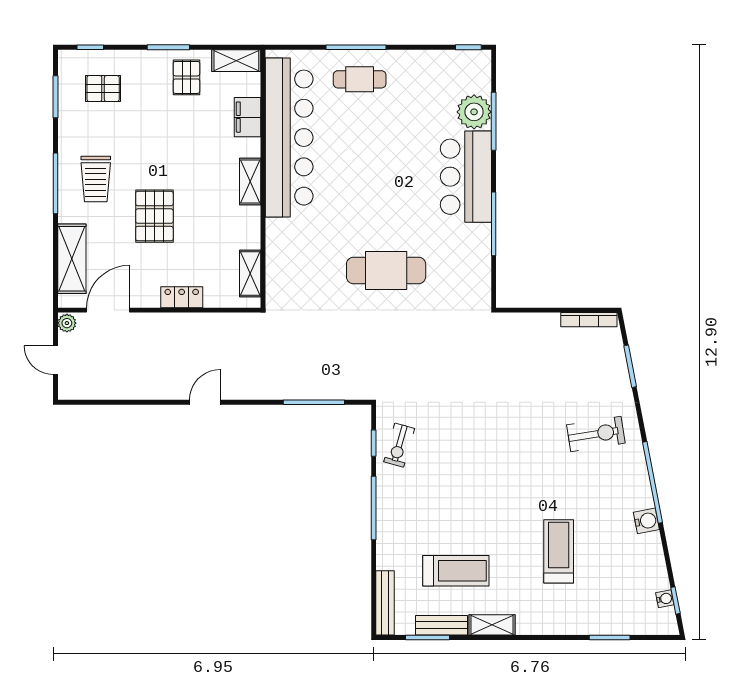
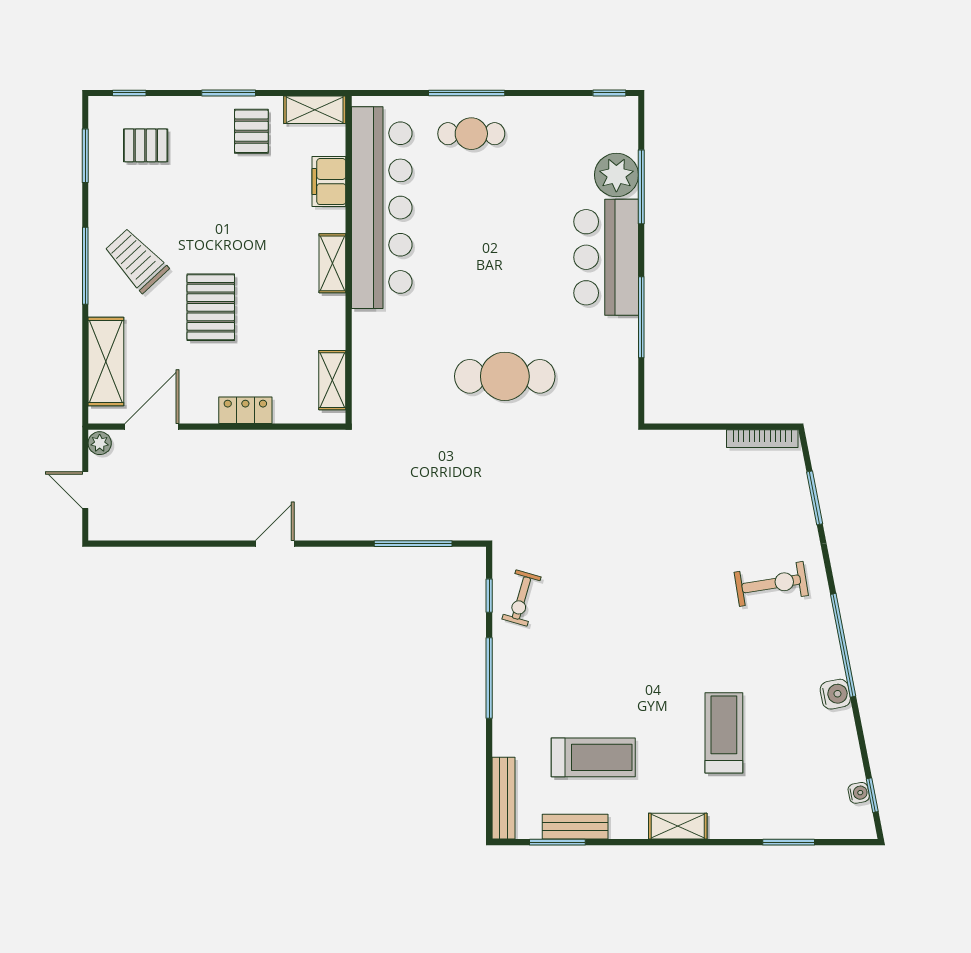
trolley: (96, 179) -> (136, 260), turned 137
shelving: (492, 625) -> (678, 826), moved

